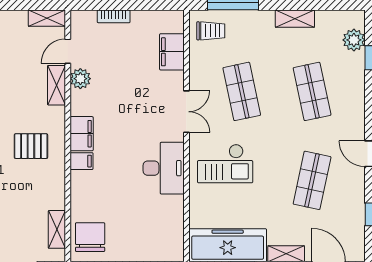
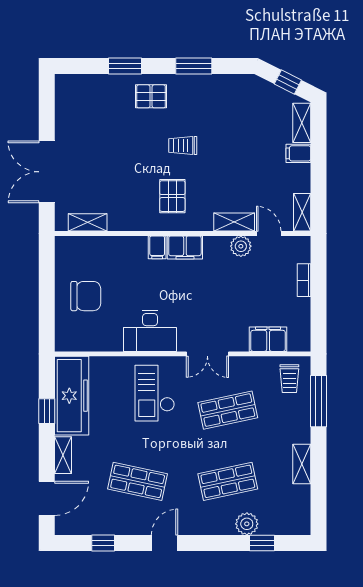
plant: (354, 40) -> (247, 524), moved
chair: (90, 237) -> (86, 296), moved

